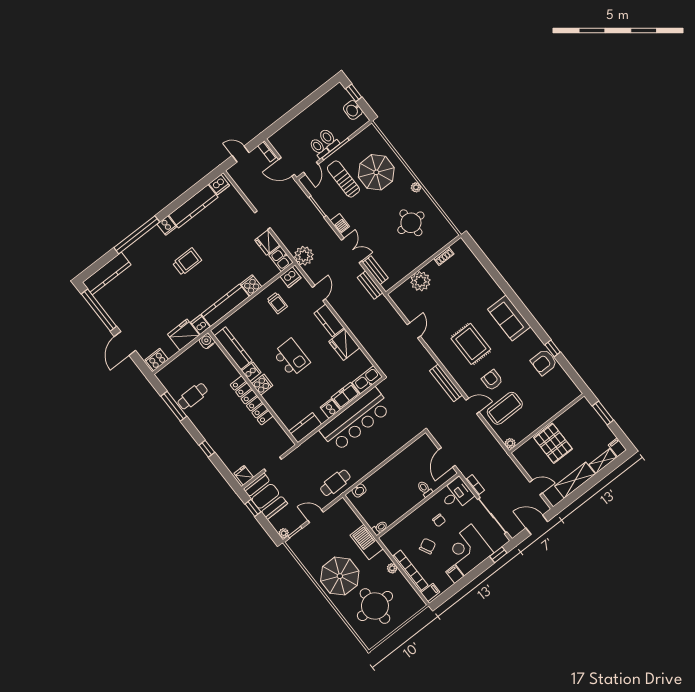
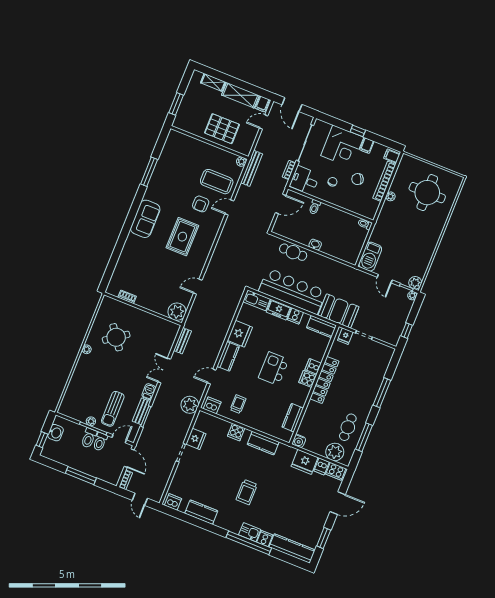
window: (297, 110) -> (81, 476), added
plant: (344, 151) -> (91, 421), added
parasol: (376, 172) -> (93, 387), removed
kitchen counter: (193, 206) -> (201, 512), width x0.67
round table: (411, 223) -> (116, 337), turned -36
cooker: (167, 226) -> (265, 539), moved
kitchen sink: (281, 259) -> (250, 532), moved, turned -90
trolley: (187, 262) -> (247, 492), turned -90
bench: (375, 270) -> (141, 411), moved
plant: (420, 281) -> (177, 312), moved
kitchen counter: (225, 305) -> (263, 443), width x0.67
window: (99, 310) -> (324, 538), width x0.47
dishwasher: (200, 325) -> (322, 466), moved
kitchen counter: (233, 348) -> (293, 418), width x0.67
window: (553, 348) -> (149, 172), width x2.17
armchair: (544, 362) -> (164, 172), removed
plant: (176, 370) -> (335, 452), added
cooker: (251, 372) -> (313, 366), moved
bench: (446, 383) -> (252, 168), moved
cafe table: (193, 396) -> (348, 427), turned 90
door: (473, 406) -> (229, 207), hinge flipped
pallet: (553, 443) -> (222, 129), turned 90
filing cabinet: (617, 447) -> (262, 104), moved
window: (207, 449) -> (382, 393), width x2.17
fridge: (244, 475) -> (345, 336), moved
cafe table: (335, 483) -> (293, 252), moved
door: (536, 488) -> (264, 122), hinge flipped
washbasin: (359, 490) -> (315, 245), moved
booth: (265, 496) -> (339, 311), moved, turned 90
barbecue: (367, 542) -> (370, 257), moved
plant: (294, 543) -> (415, 283), added
window: (498, 555) -> (358, 131), moved
parasol: (340, 576) -> (420, 233), removed

